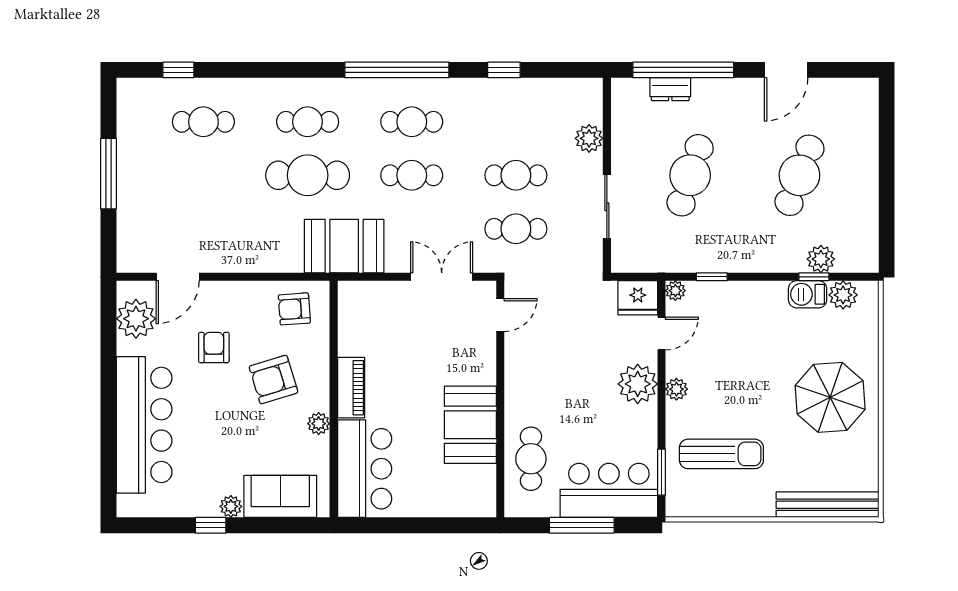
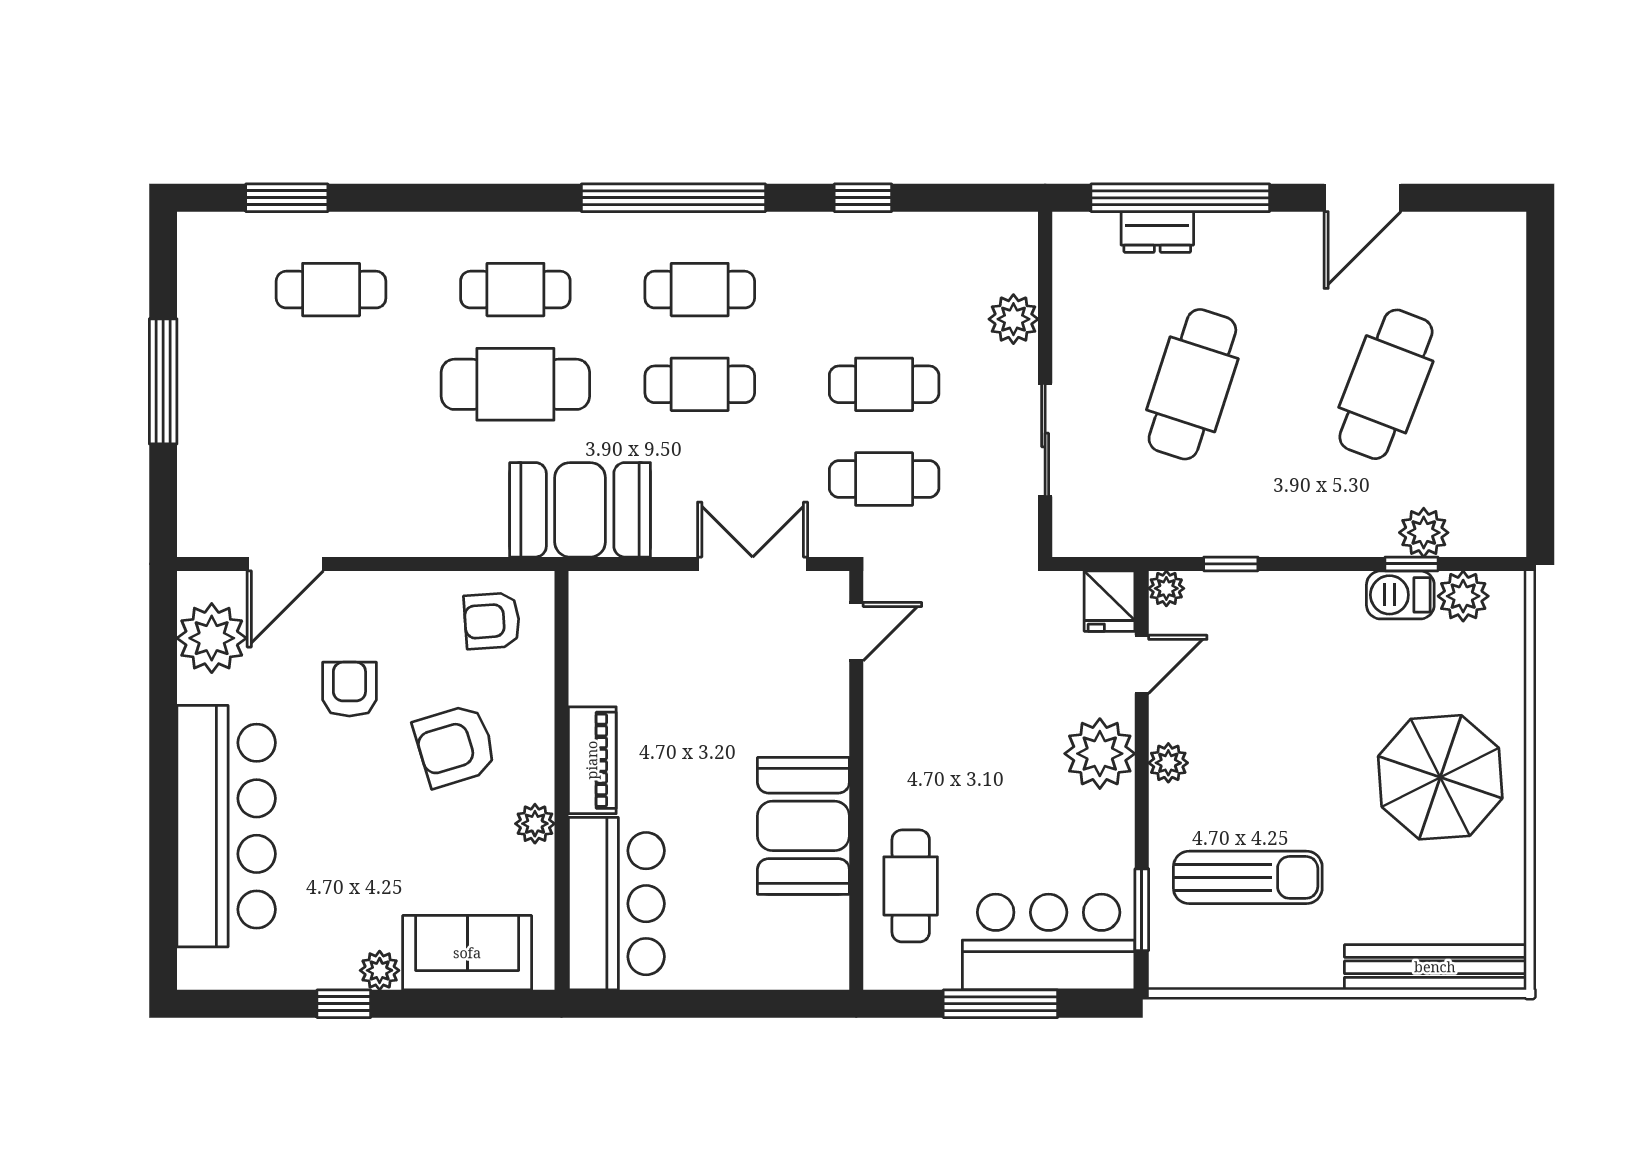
window: (178, 70) -> (287, 198), width x1.50
fridge: (638, 298) -> (1110, 601), width x0.72

